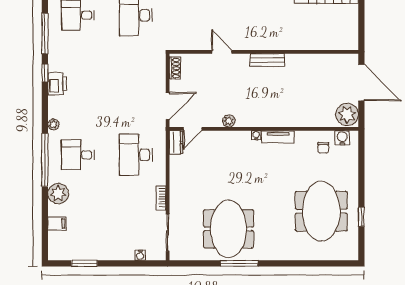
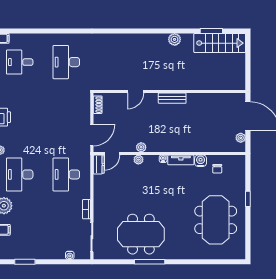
door: (222, 52) -> (136, 91), swing flipped
plant: (347, 114) -> (241, 138), width x0.53, depth x0.53
plant: (225, 136) -> (138, 160), added
water cooler: (342, 138) -> (201, 161), moved
desk: (78, 155) -> (20, 174), width x1.37
window: (361, 217) -> (248, 199), moved
meeting table: (228, 229) -> (141, 234), turned 90

